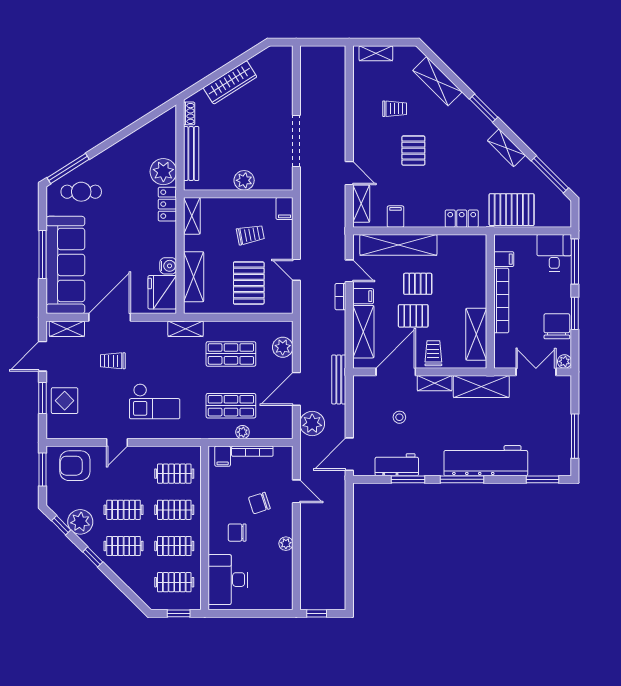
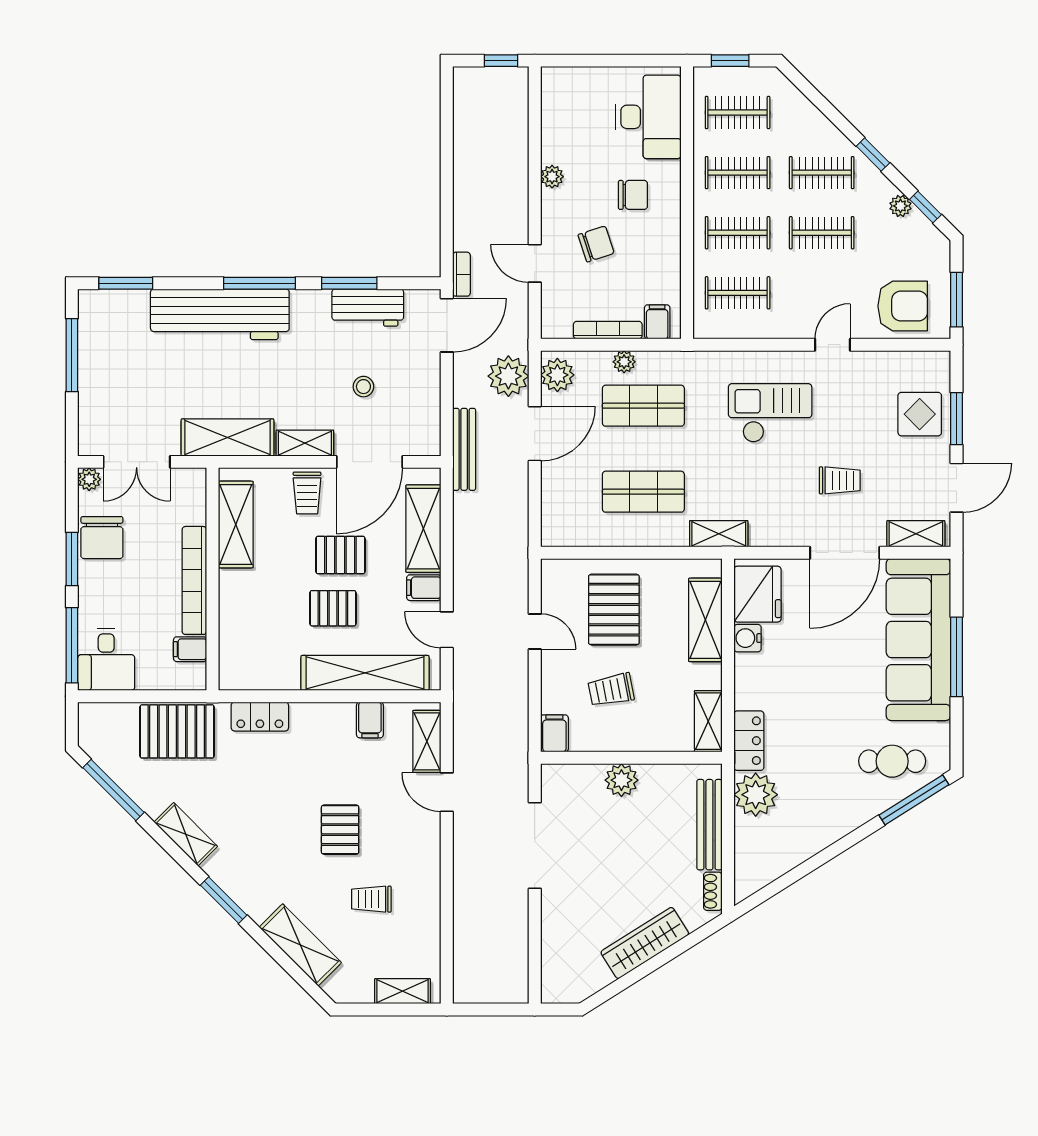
bookcase: (340, 297) -> (461, 274), moved
plant: (283, 347) -> (557, 375), moved
plant: (80, 522) -> (900, 206), width x0.53, depth x0.53

